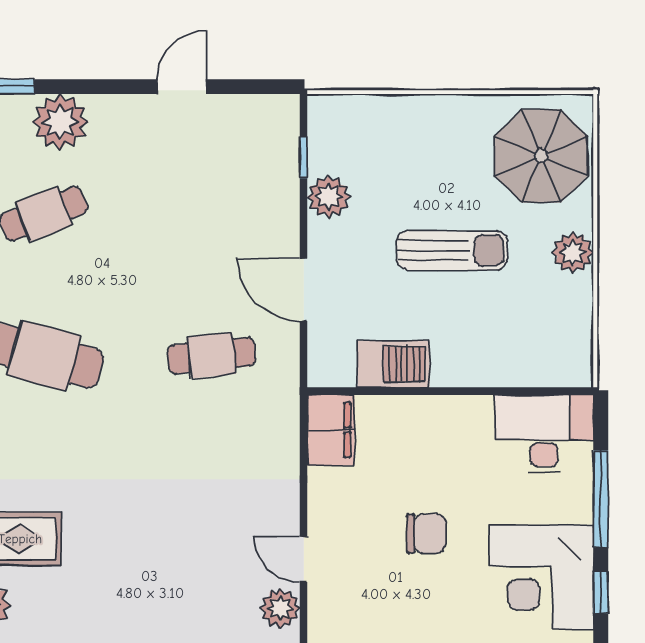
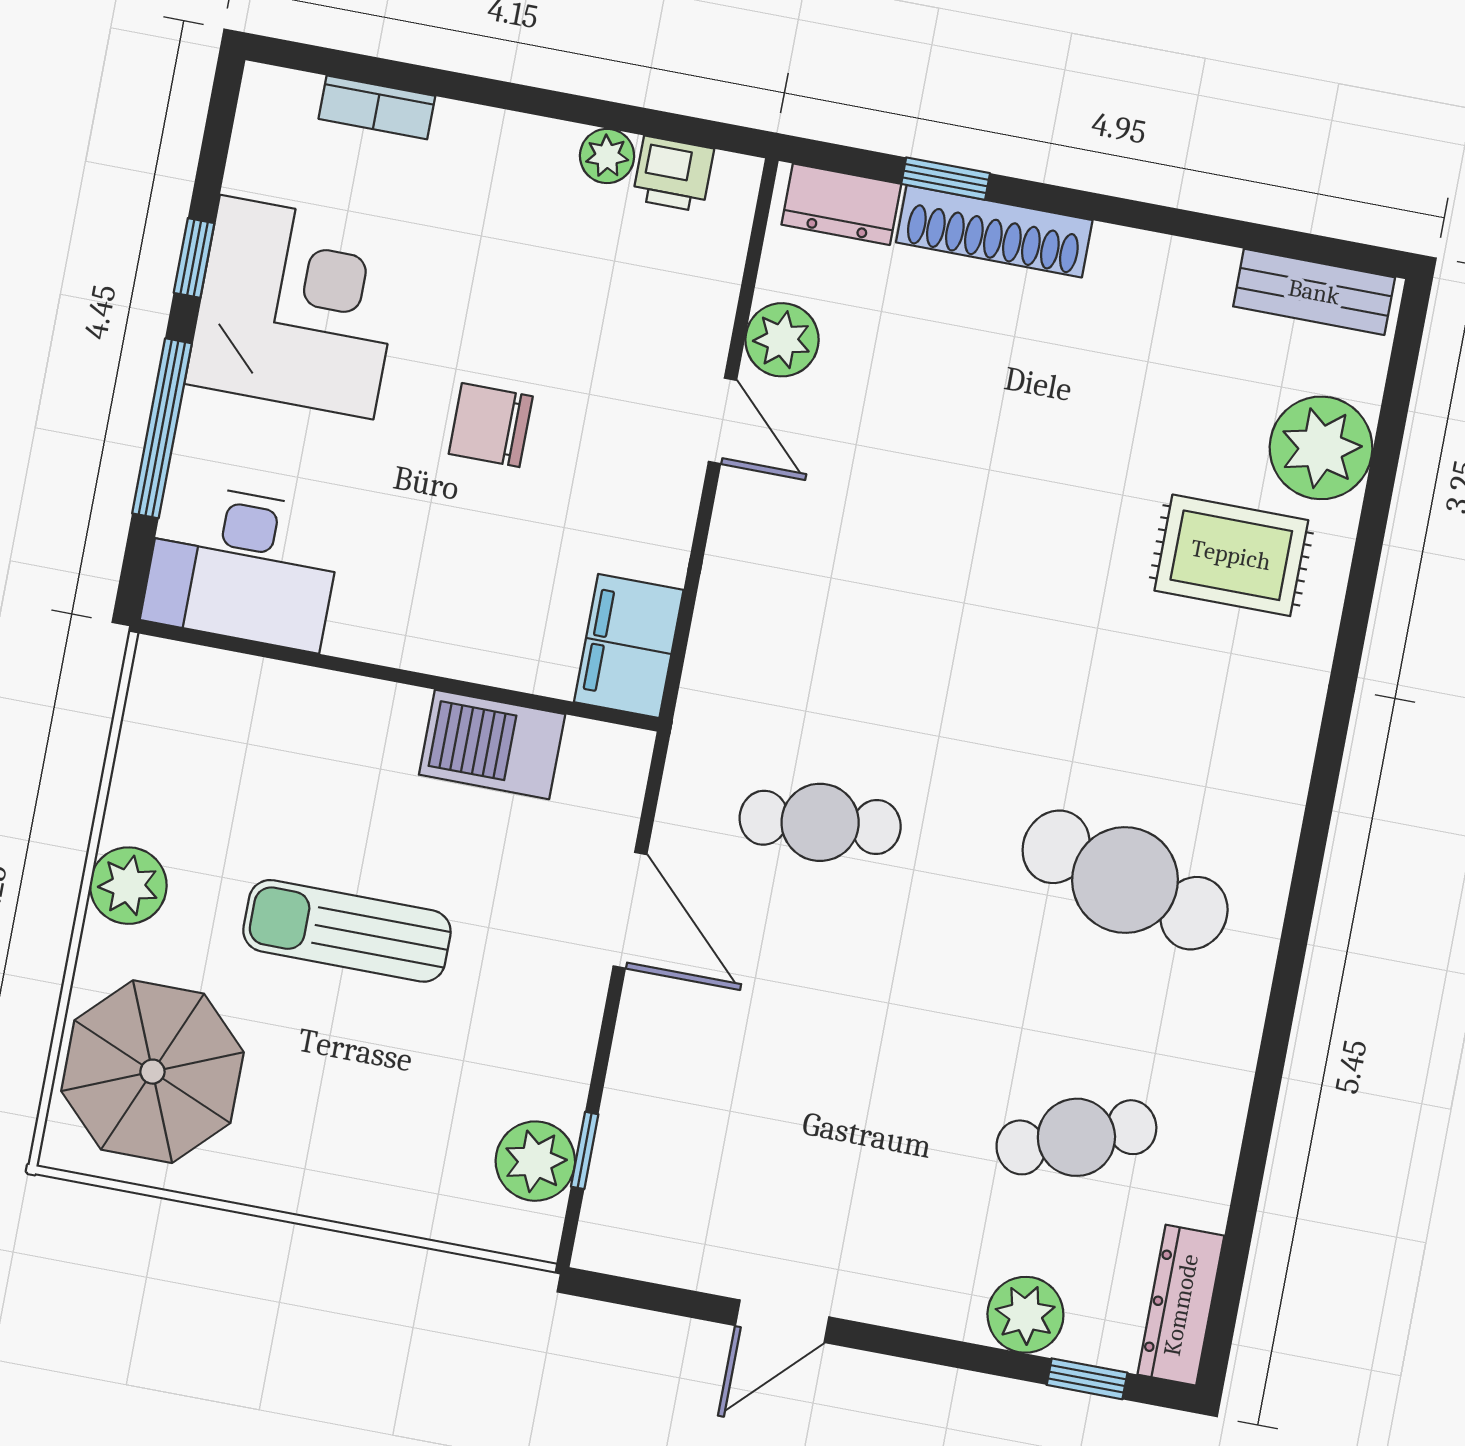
plant: (60, 122) -> (1025, 1315), width x0.73, depth x0.73
plant: (329, 197) -> (535, 1161), moved

